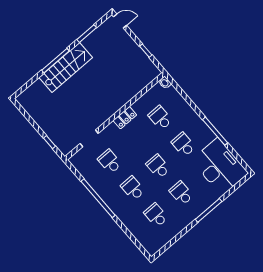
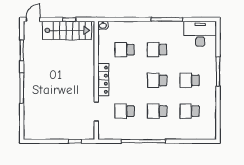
stairs: (66, 67) -> (67, 30), moved, turned 90
locker: (125, 118) -> (103, 80), width x1.53
desk: (220, 167) -> (200, 34), width x0.73, depth x0.77

